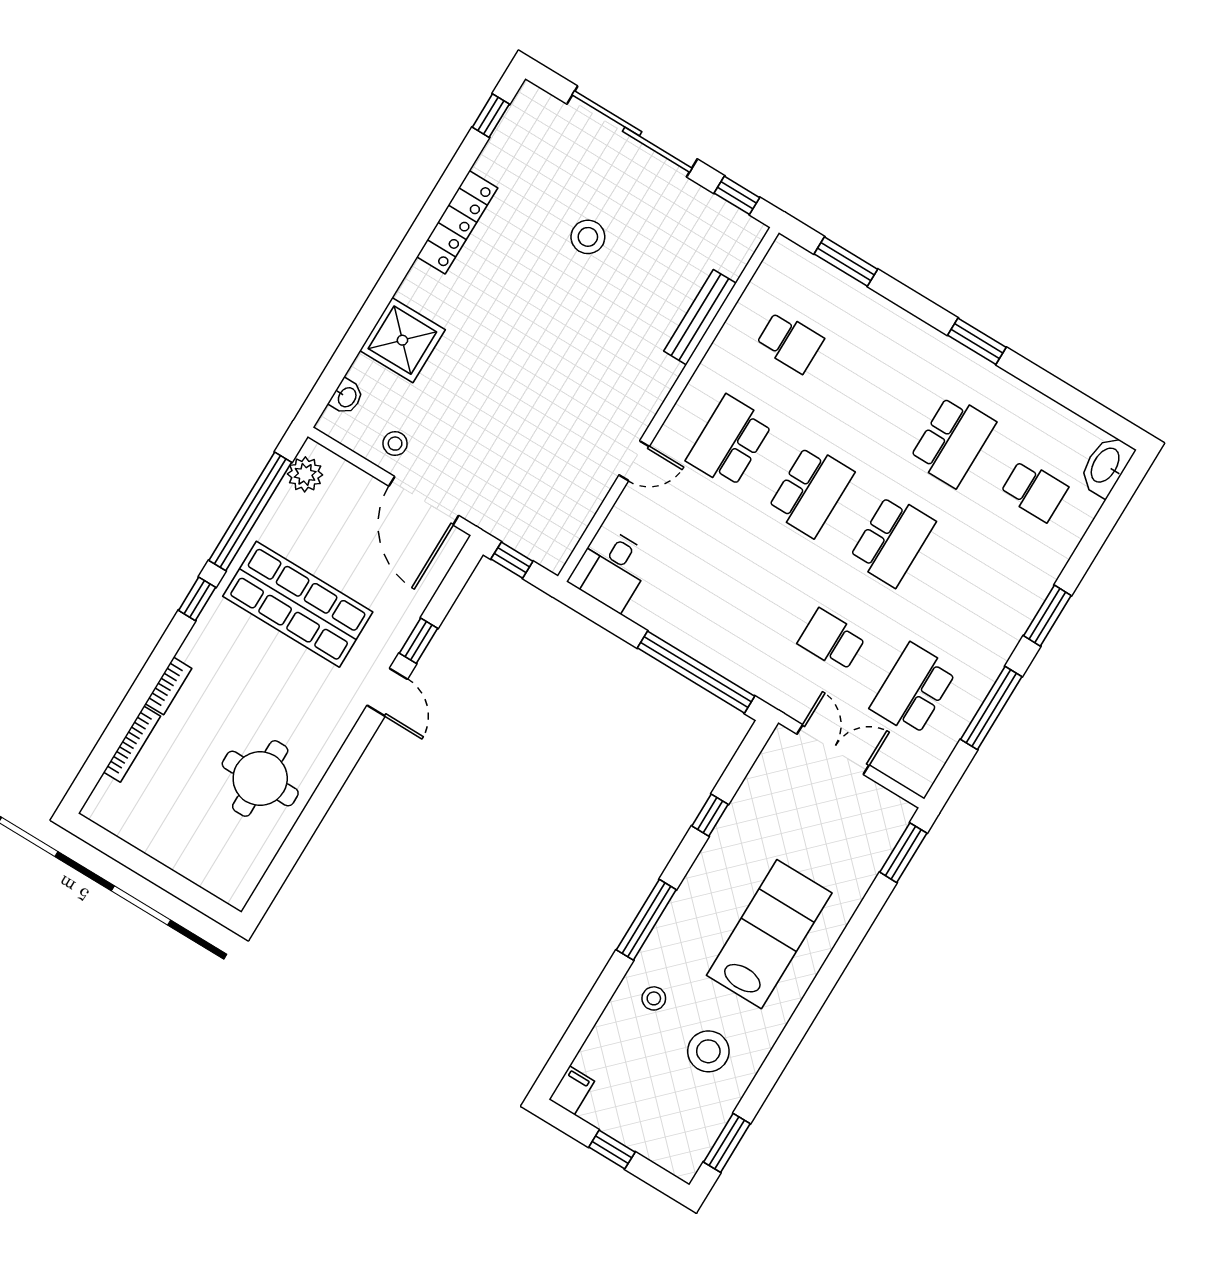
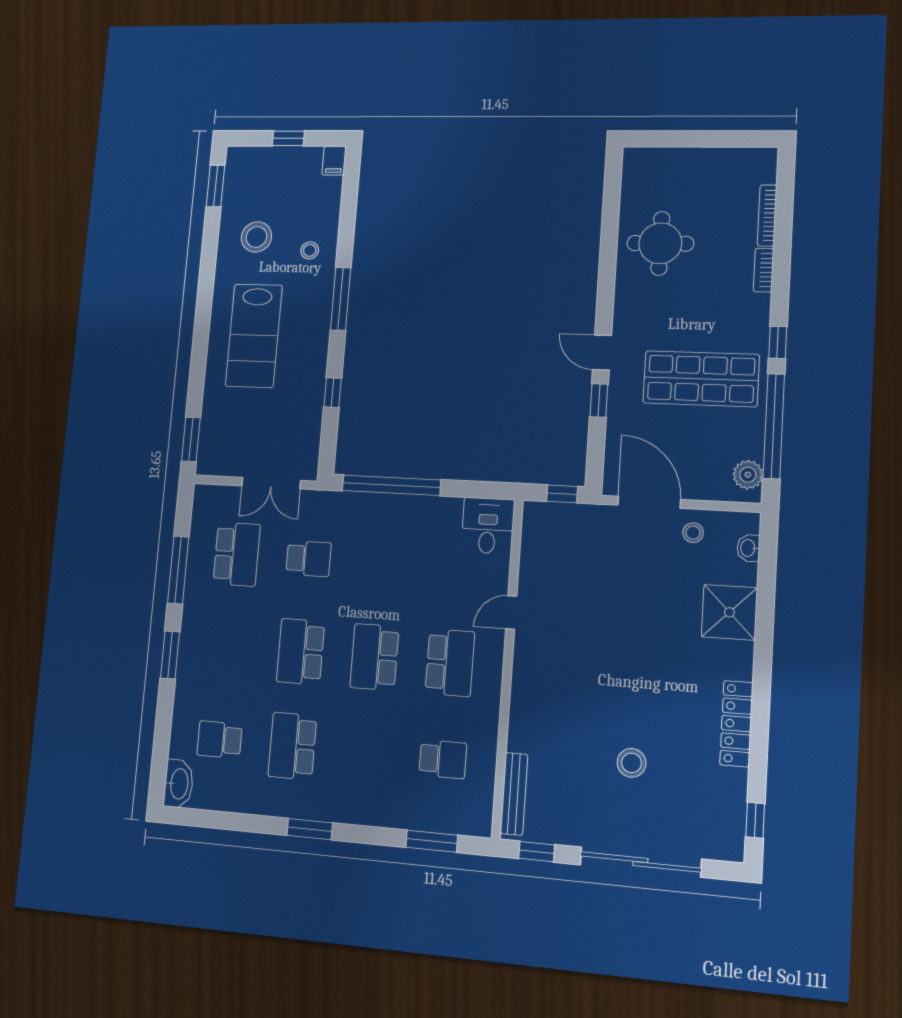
bench: (700, 317) -> (514, 794), moved
school desk: (790, 342) -> (443, 759), turned 180

